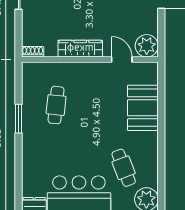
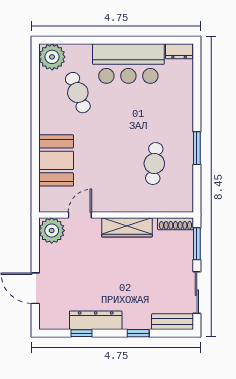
window: (18, 34) -> (197, 244), added
shoe rack: (33, 52) -> (175, 224), width x1.43
door: (122, 60) -> (80, 215), swing flipped

